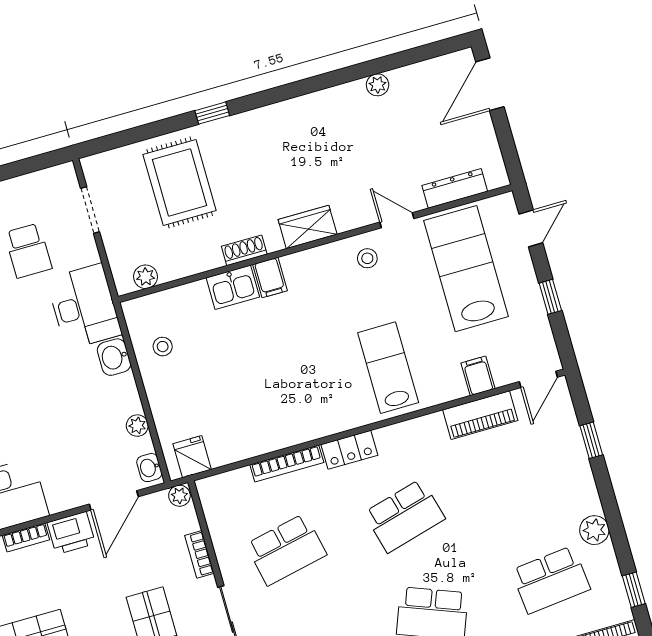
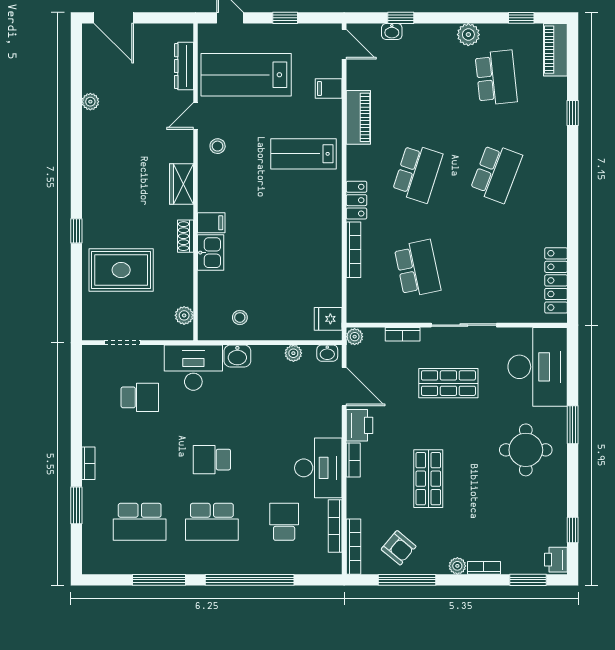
piano: (480, 415) -> (358, 117), moved
washbasin: (571, 434) -> (392, 31), added
school desk: (404, 516) -> (417, 173), turned 33

